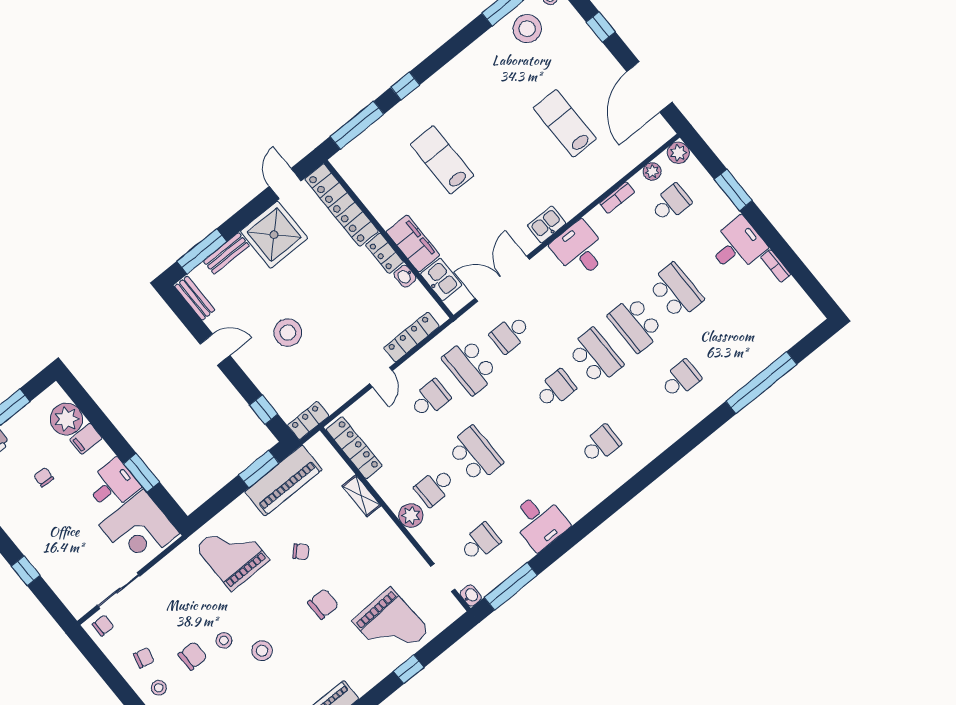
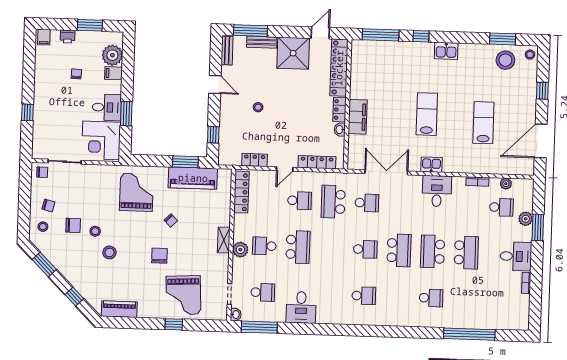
plant: (678, 153) -> (526, 219), moved
lab bench: (442, 160) -> (427, 114), moved
kitchen sink: (441, 279) -> (446, 51), moved, turned 90
stool: (288, 333) -> (258, 107), width x0.53, depth x0.53
school desk: (510, 334) -> (367, 203), turned 180
locker: (308, 421) -> (255, 160), moved
shelving: (361, 496) -> (224, 240), moved
chair: (323, 604) -> (159, 256), turned -90

